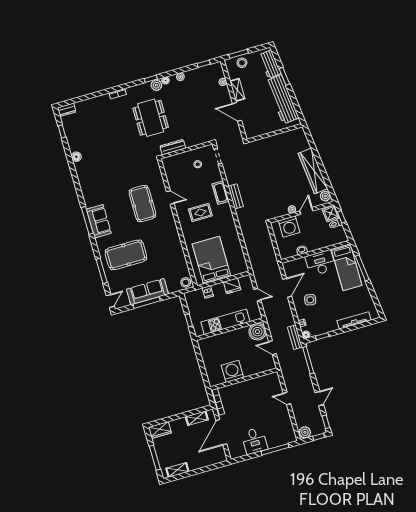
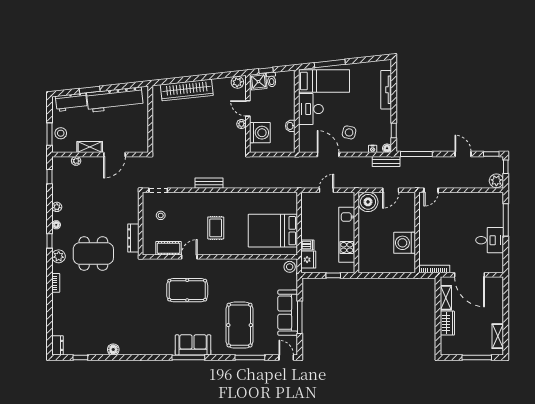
plant: (156, 85) -> (59, 256), moved
wardrobe: (313, 171) -> (187, 90), moved
cot: (221, 193) -> (169, 248), moved
fridge: (232, 286) -> (308, 260), moved
door: (287, 398) -> (431, 190), moved
wardrobe: (160, 430) -> (447, 323), moved

